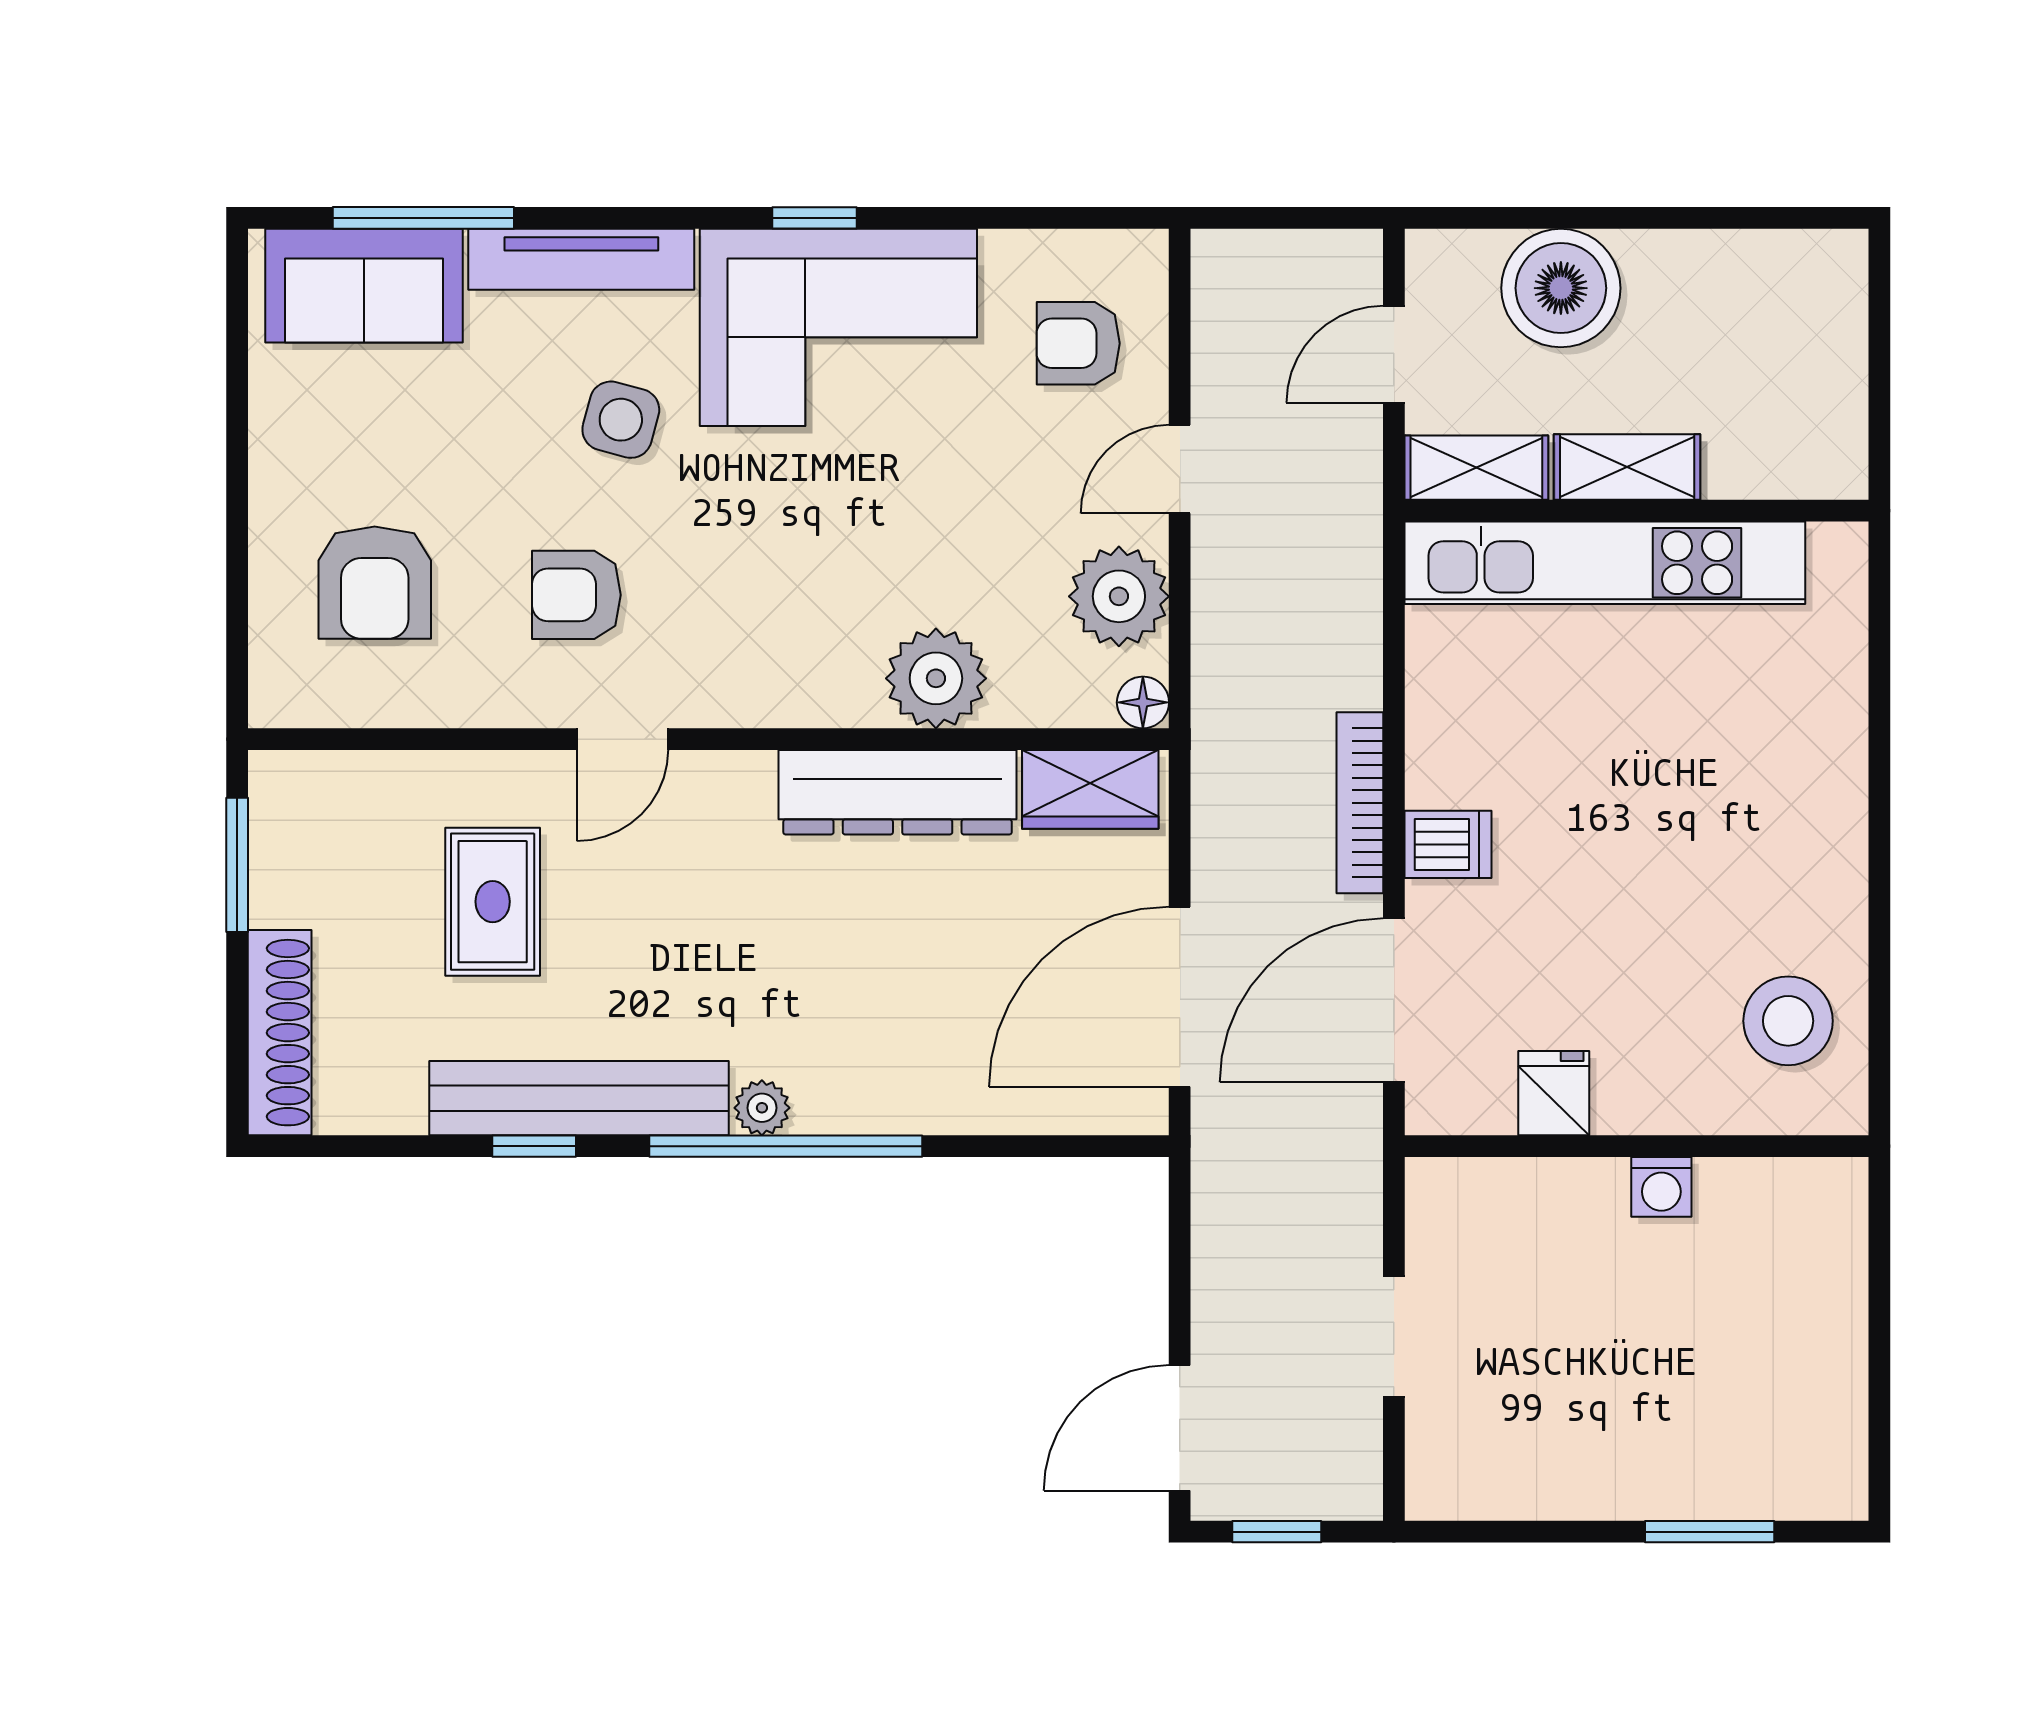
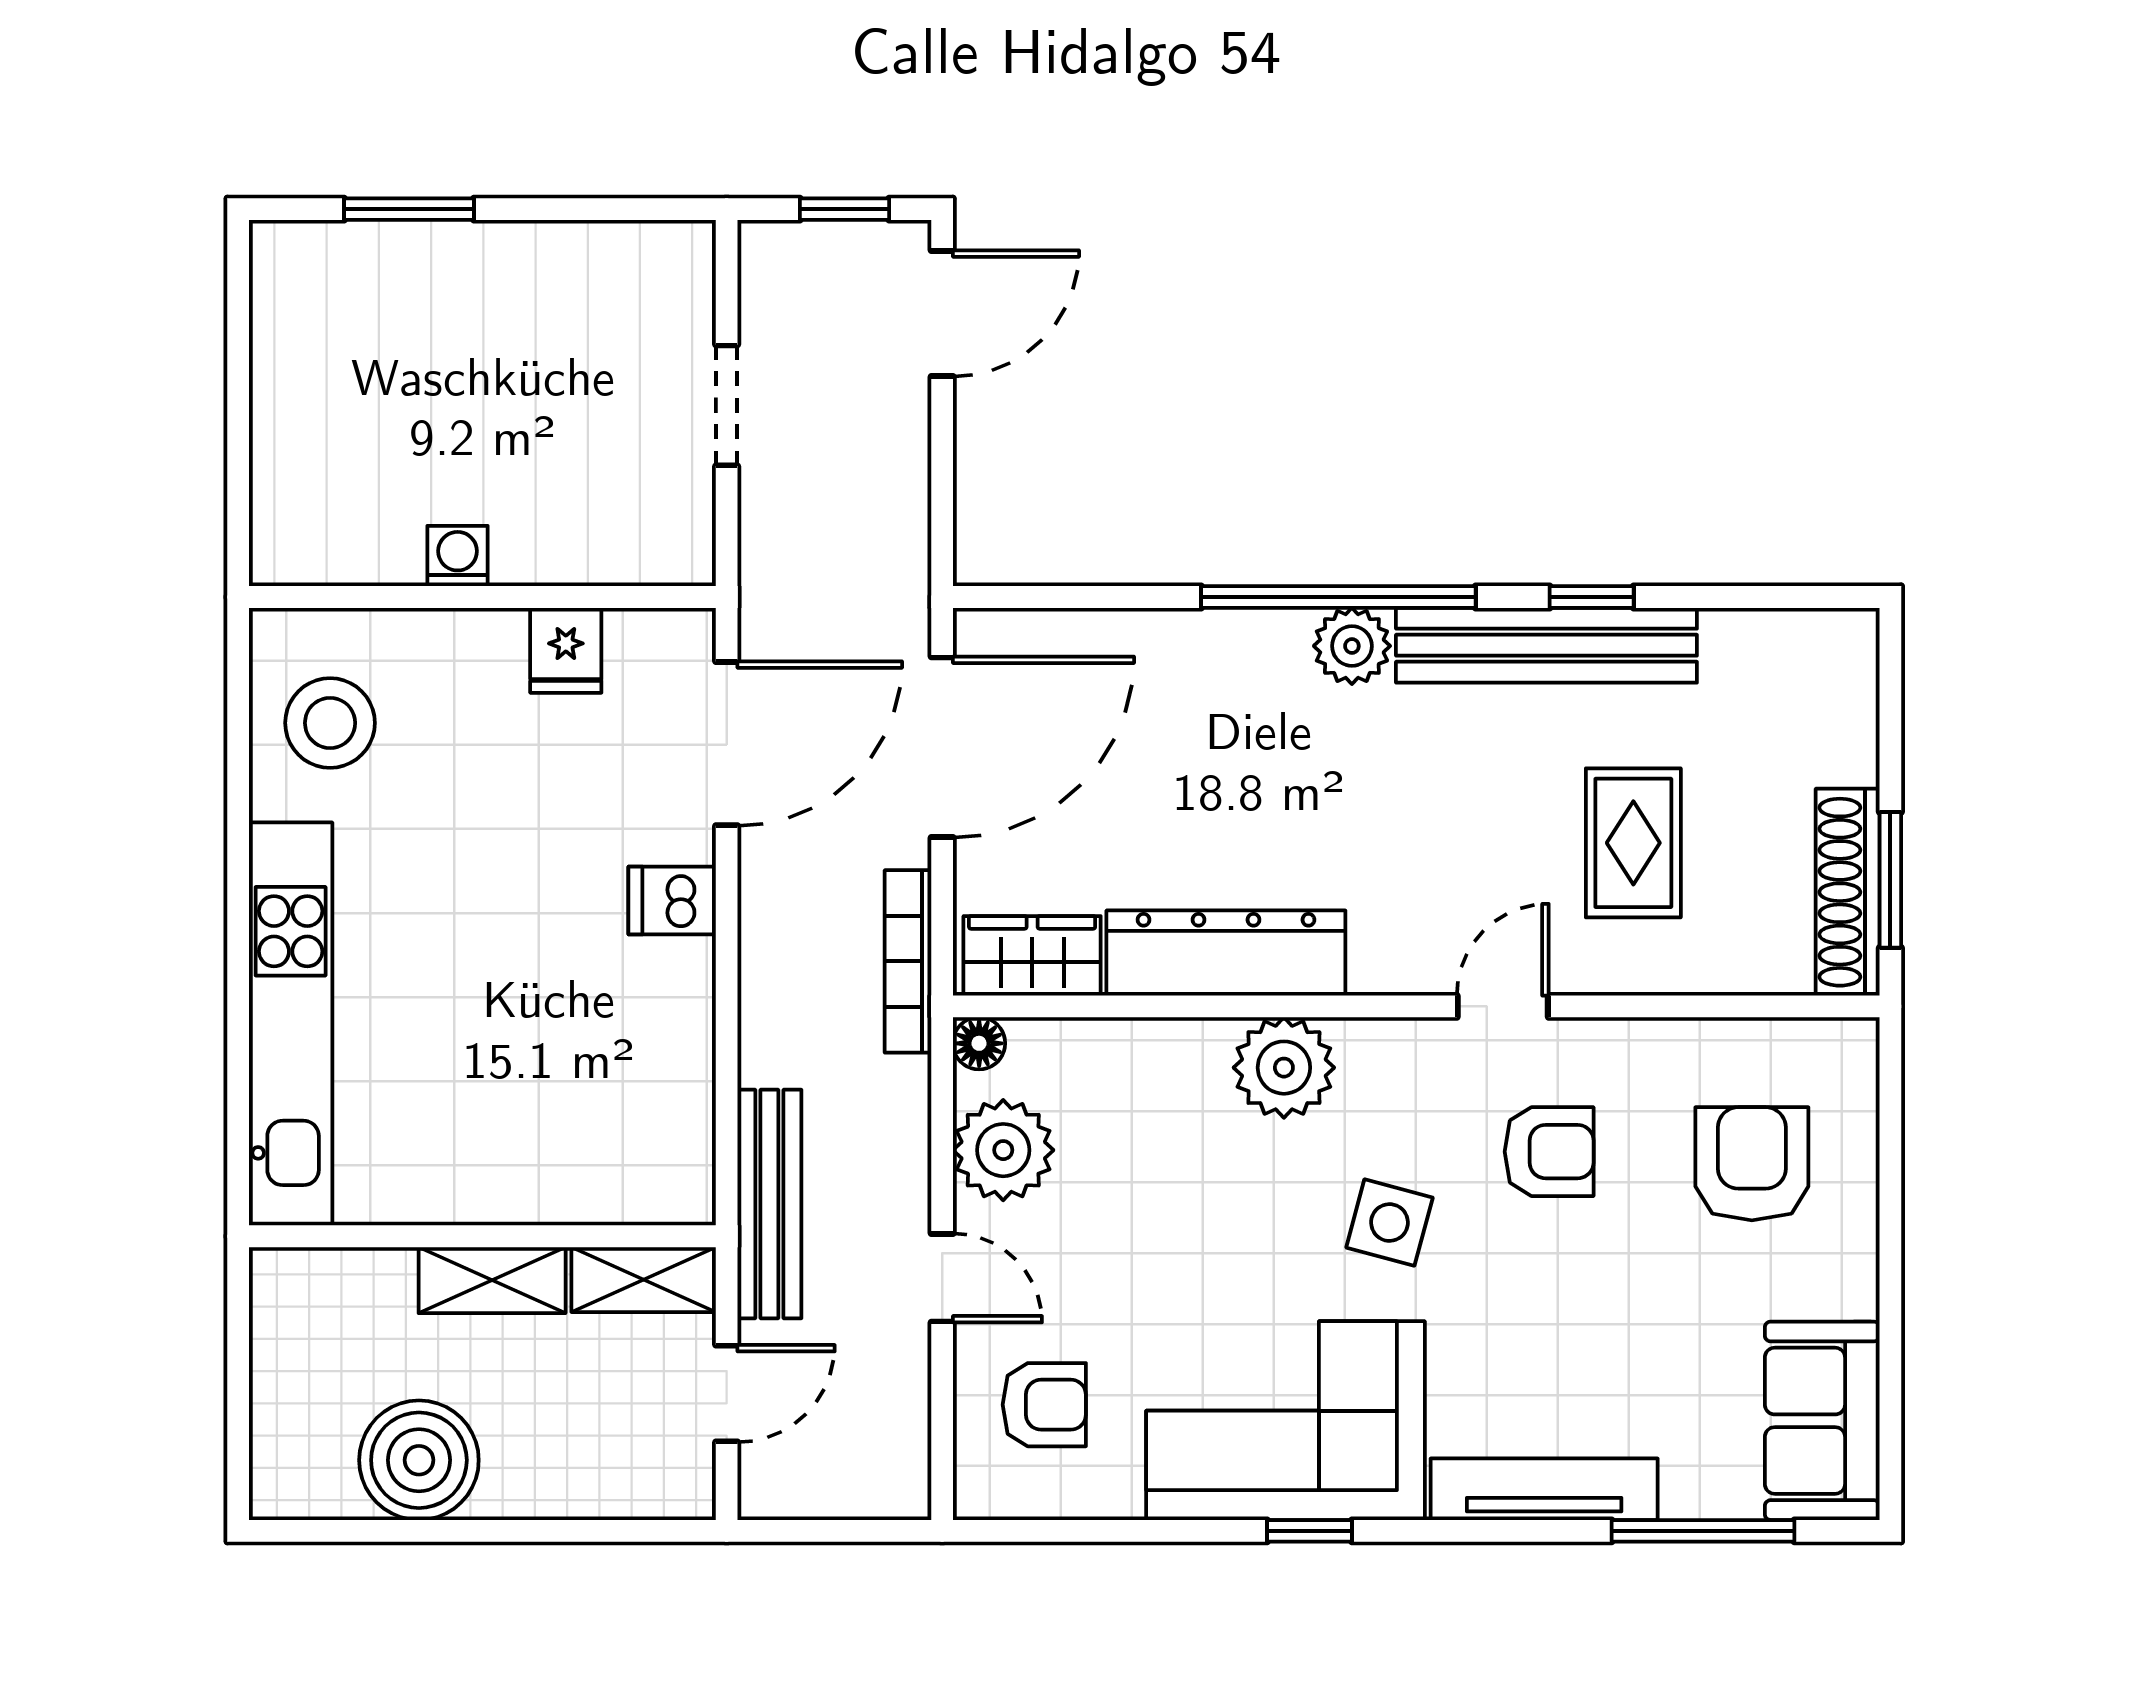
sofa: (364, 286) -> (1822, 1421), moved, turned -90
boiler: (1561, 288) -> (419, 1460), moved
side table: (621, 420) -> (1389, 1223), moved
door: (1180, 469) -> (942, 1278), hinge flipped
bench: (1351, 543) -> (769, 1204), added
kitchen unit: (1605, 563) -> (291, 1024), moved, turned 90
plant: (936, 678) -> (1284, 1068), moved
bookcase: (1360, 803) -> (908, 961), moved, turned 180
shoe rack: (280, 1033) -> (1848, 892), moved
plant: (762, 1108) -> (1352, 646), width x1.38, depth x1.38

